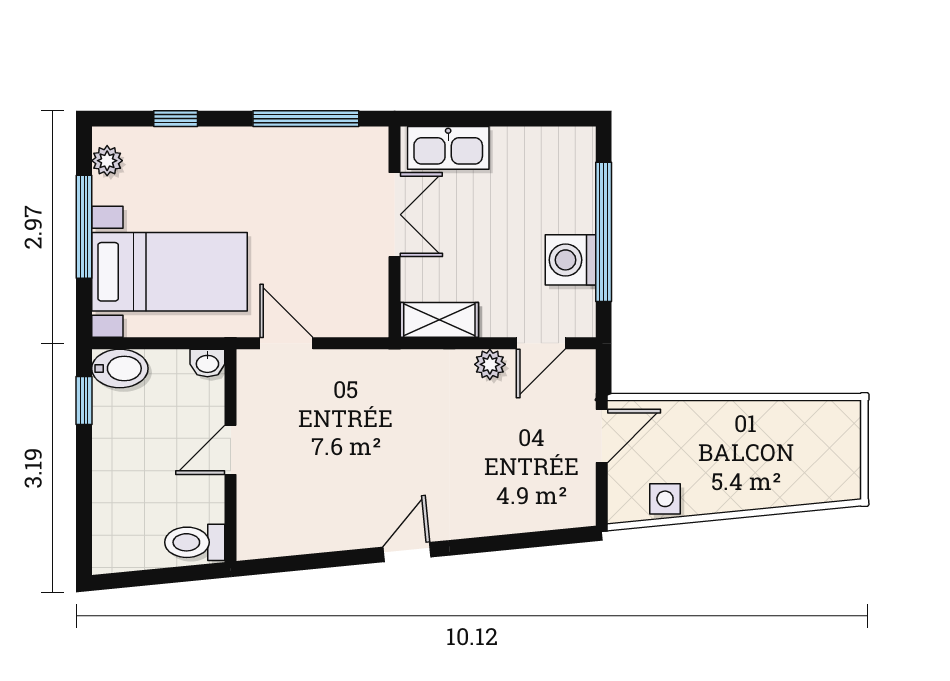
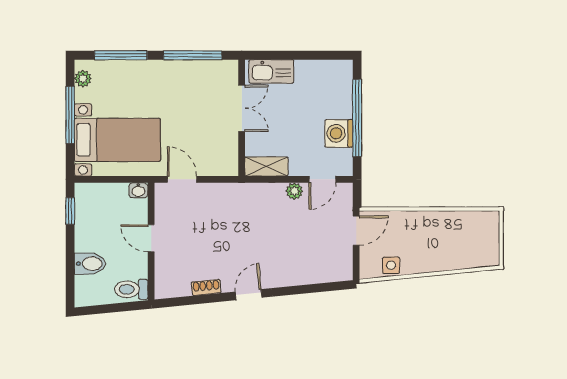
window: (176, 119) -> (121, 55), width x2.17
bidet: (120, 368) -> (90, 264), moved
door: (231, 450) -> (151, 238), hinge flipped
shoe rack: (330, 539) -> (206, 287), added

